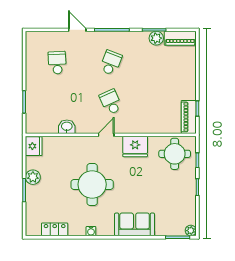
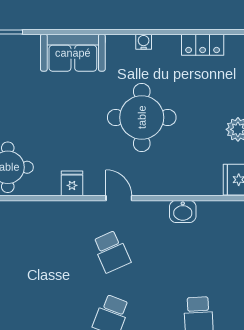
door: (106, 135) -> (119, 198), swing flipped
fridge: (135, 146) -> (72, 183), width x0.53, depth x0.75

